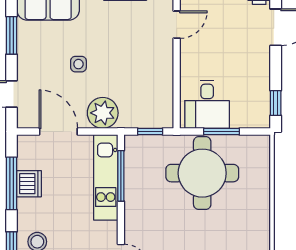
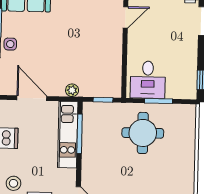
side table: (78, 64) -> (10, 44), moved
plant: (103, 113) -> (72, 90), width x0.53, depth x0.53
round table: (202, 173) -> (143, 133), width x0.73, depth x0.73

